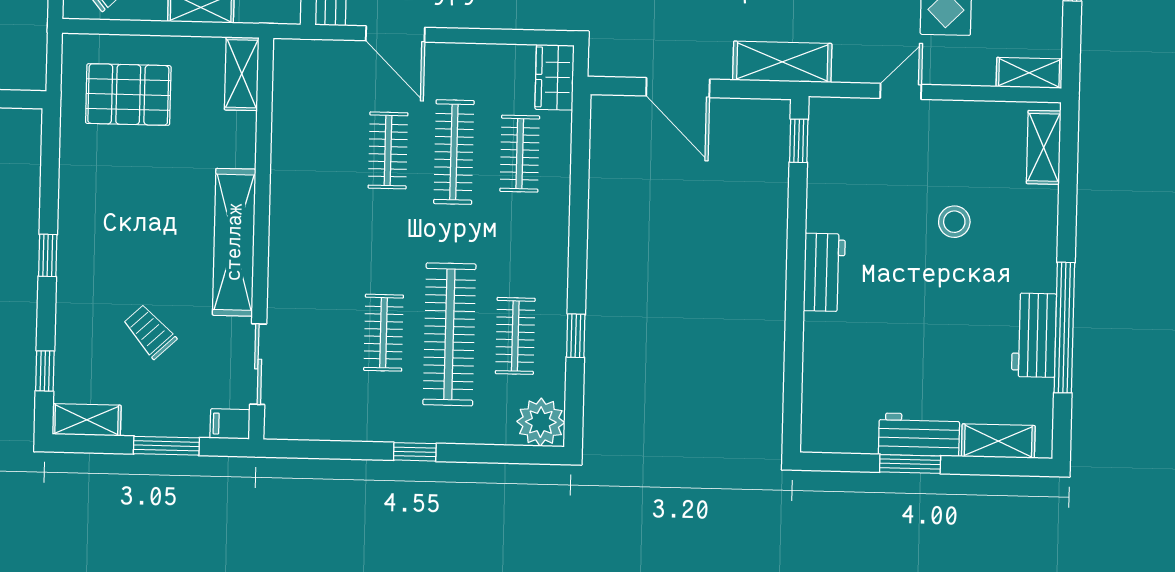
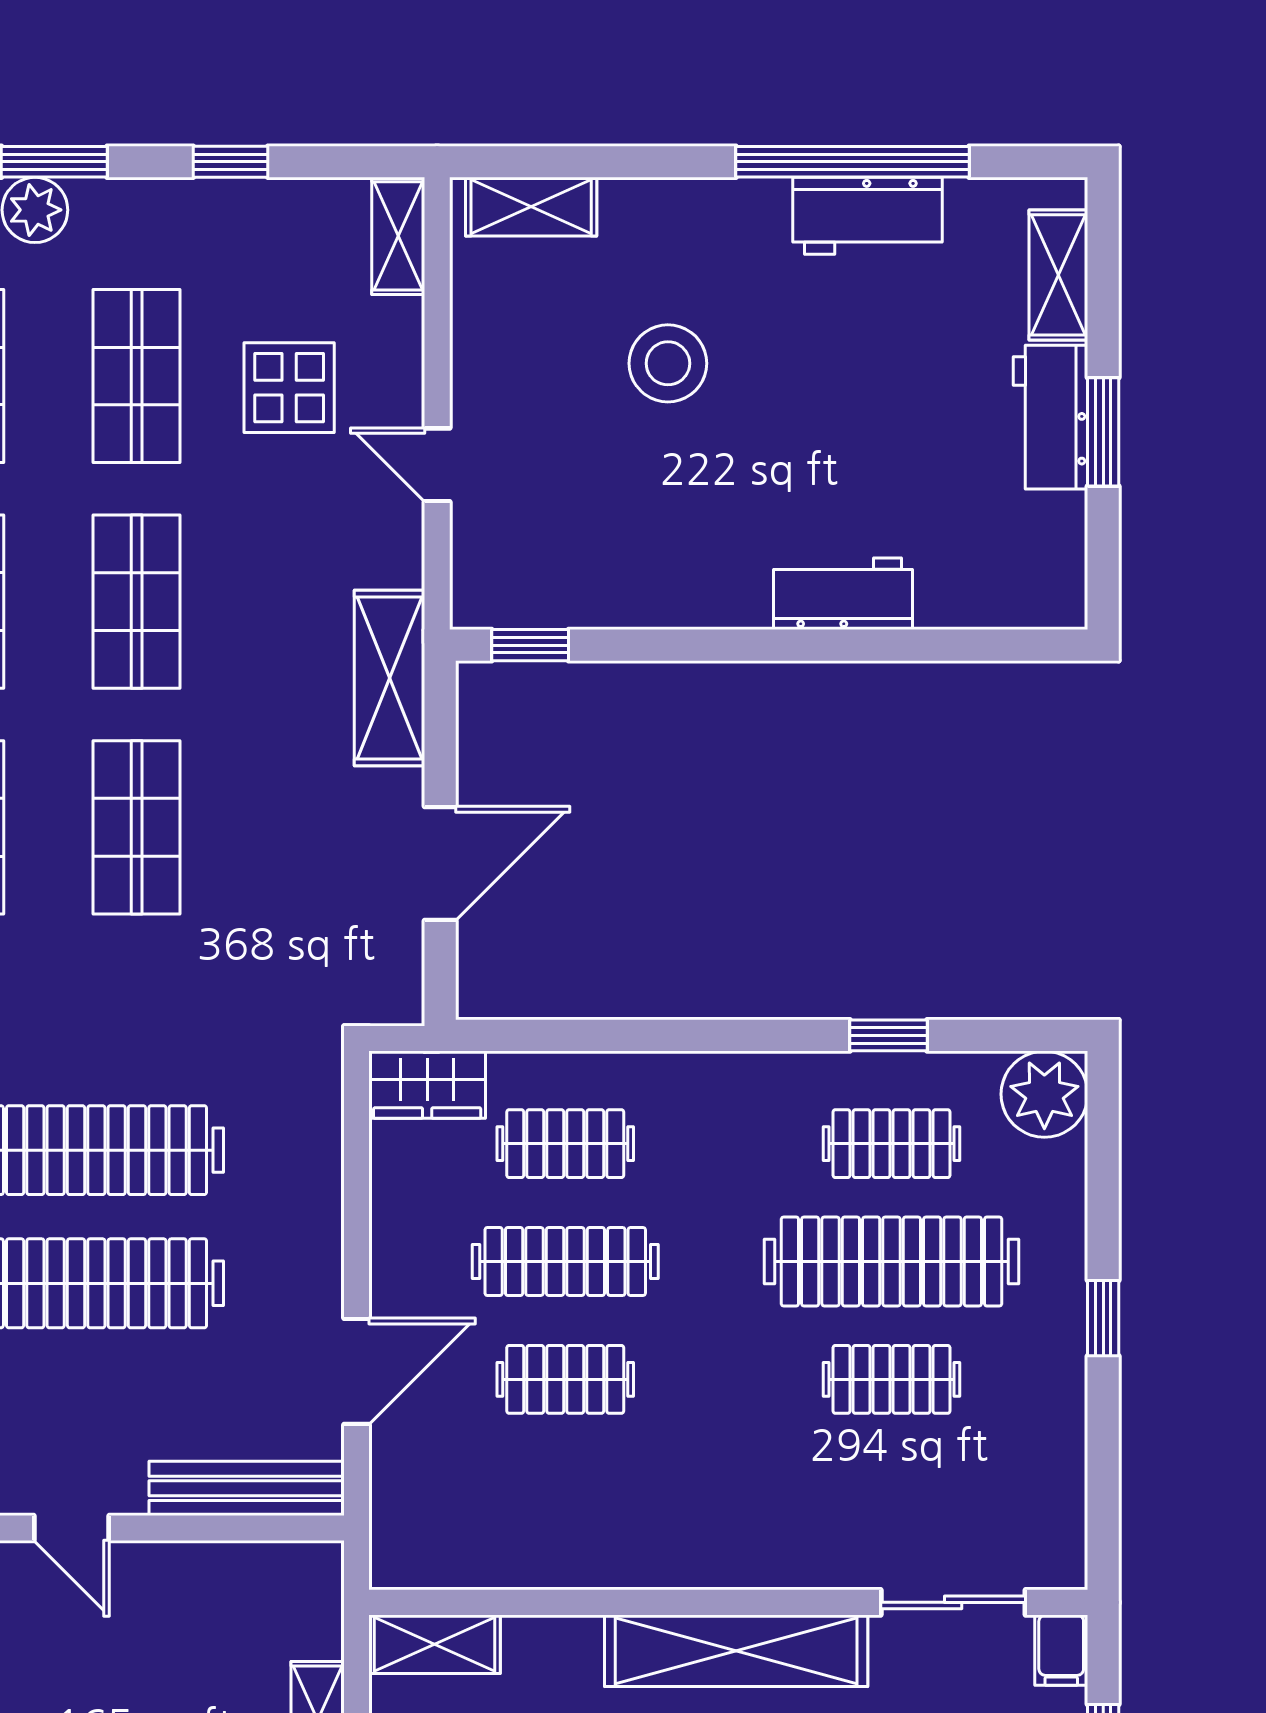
stool: (954, 222) -> (668, 363), width x1.38, depth x1.38
workbench: (824, 272) -> (843, 594), moved

